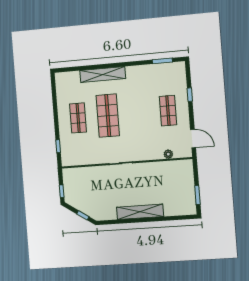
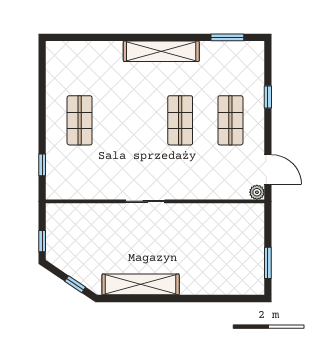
shelving: (103, 75) -> (161, 51), moved
shop shelf: (108, 116) -> (180, 120), moved, width x0.70, depth x0.74
plant: (168, 154) -> (257, 192), moved
shelving: (140, 212) -> (141, 284), moved

